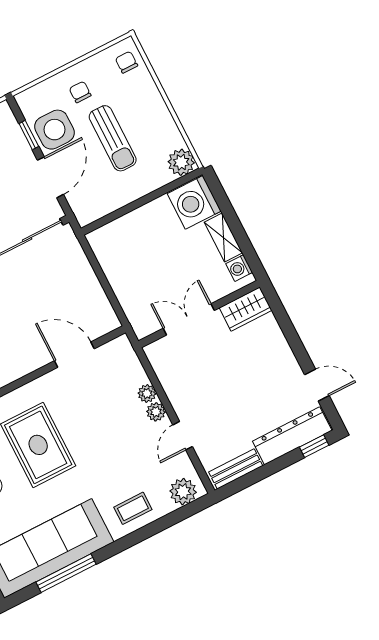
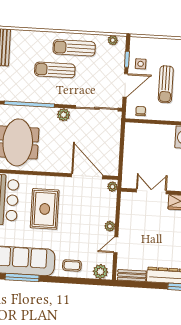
chair: (80, 92) -> (141, 111), moved
side table: (55, 130) -> (141, 64), width x0.54, depth x0.54
door: (74, 355) -> (87, 176), width x1.36
plant: (147, 393) -> (112, 187), moved

